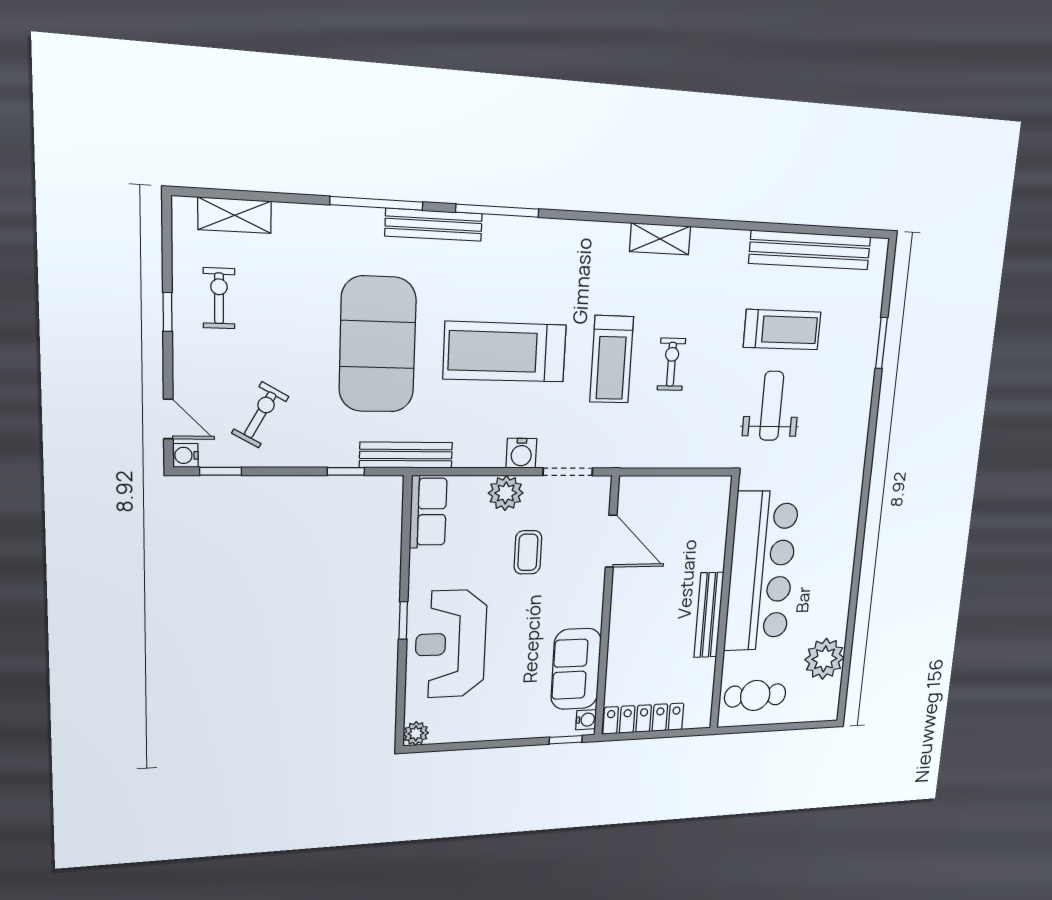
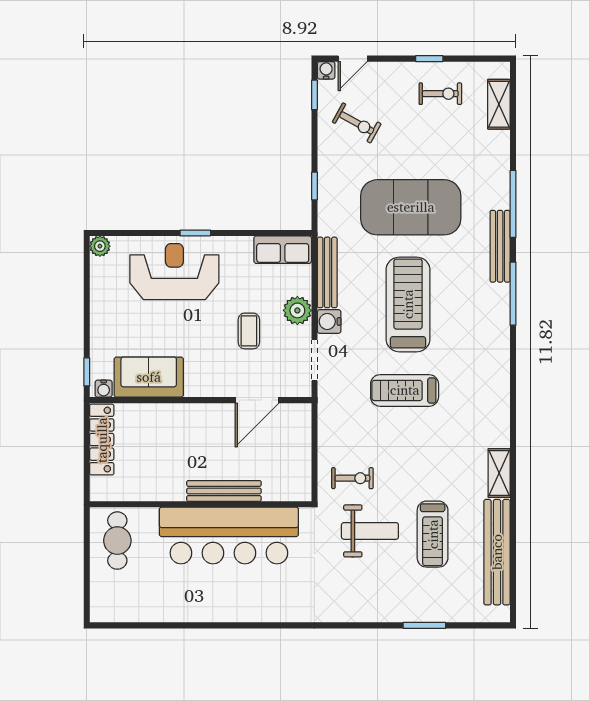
shelving: (660, 239) -> (499, 473), moved
exercise bike: (671, 364) -> (352, 478), moved
bench: (406, 455) -> (327, 272), moved
coffee table: (528, 552) -> (249, 331), turned 90
bench: (709, 615) -> (224, 491), moved
plant: (824, 659) -> (148, 603), removed

